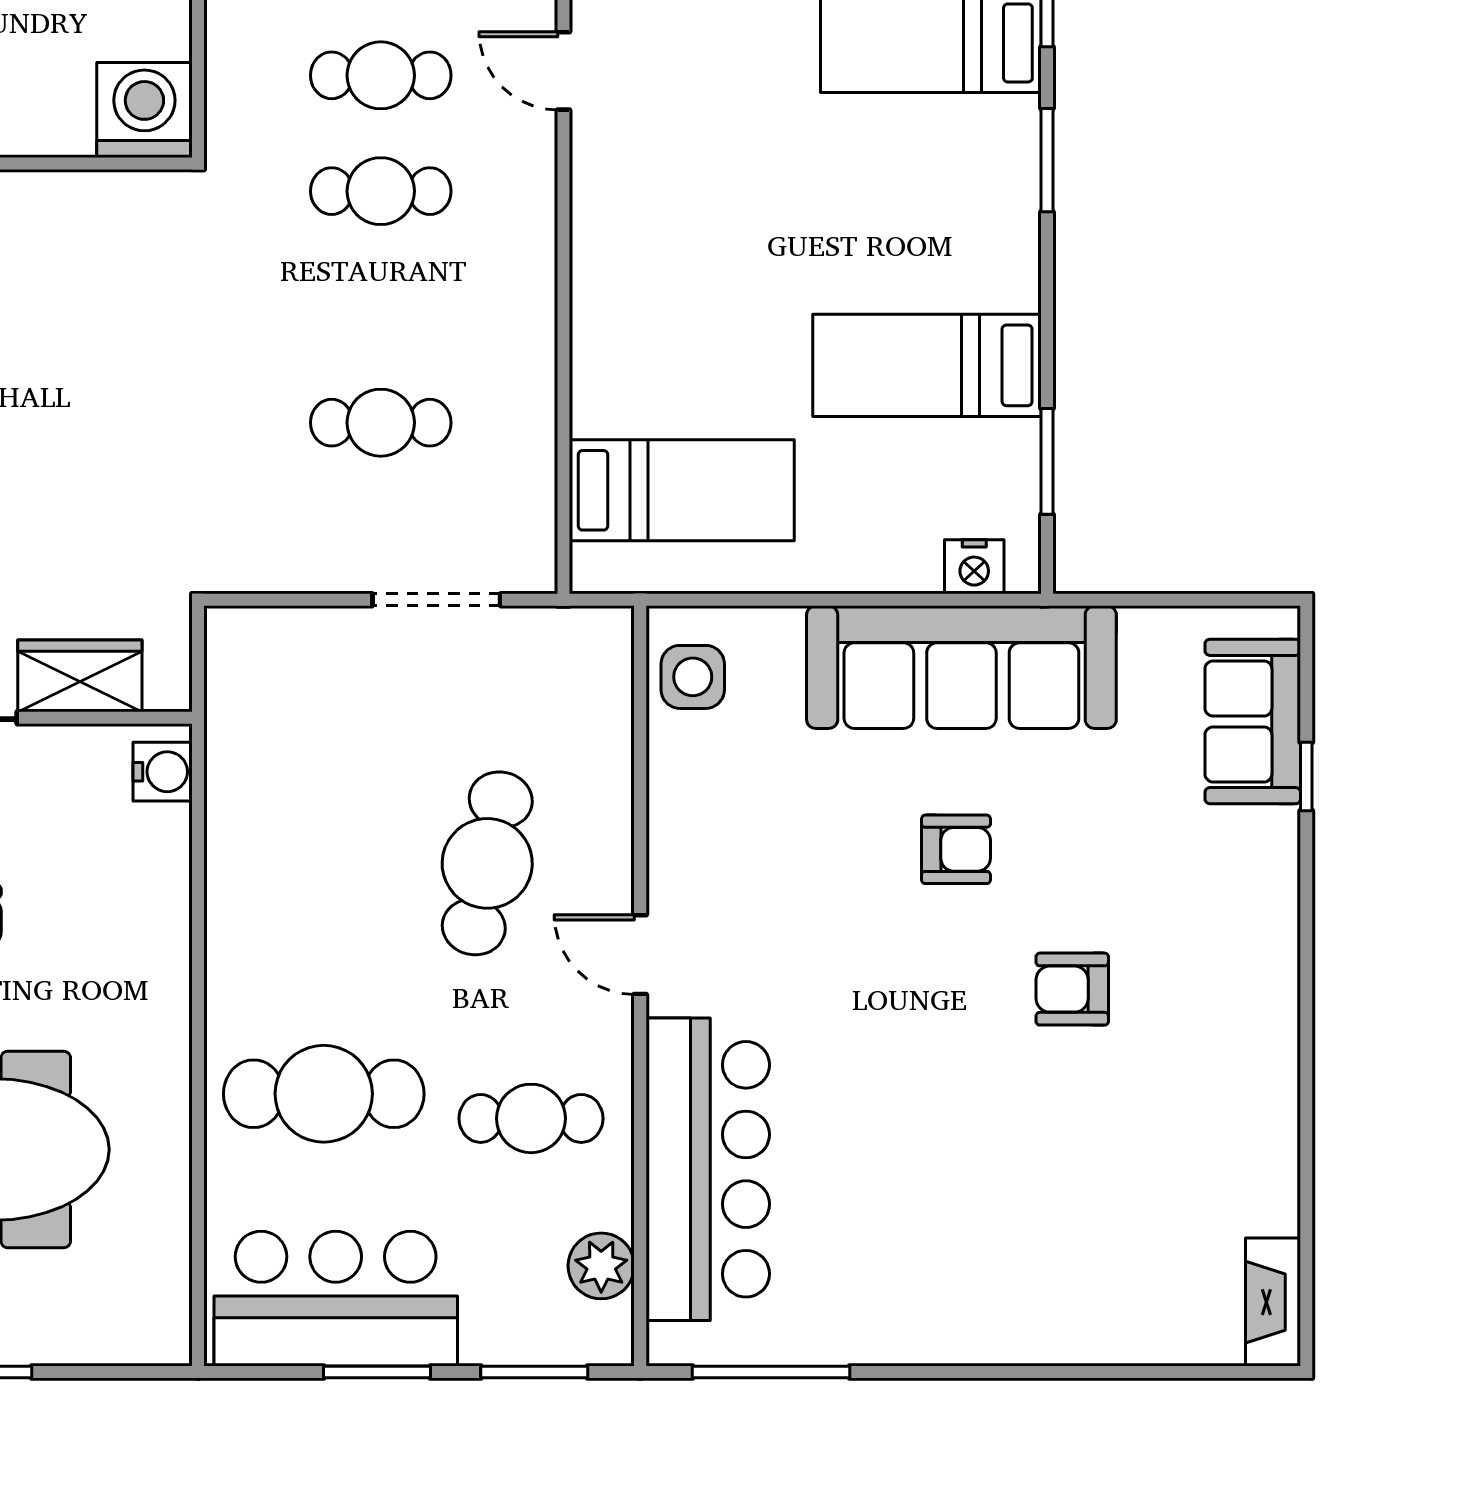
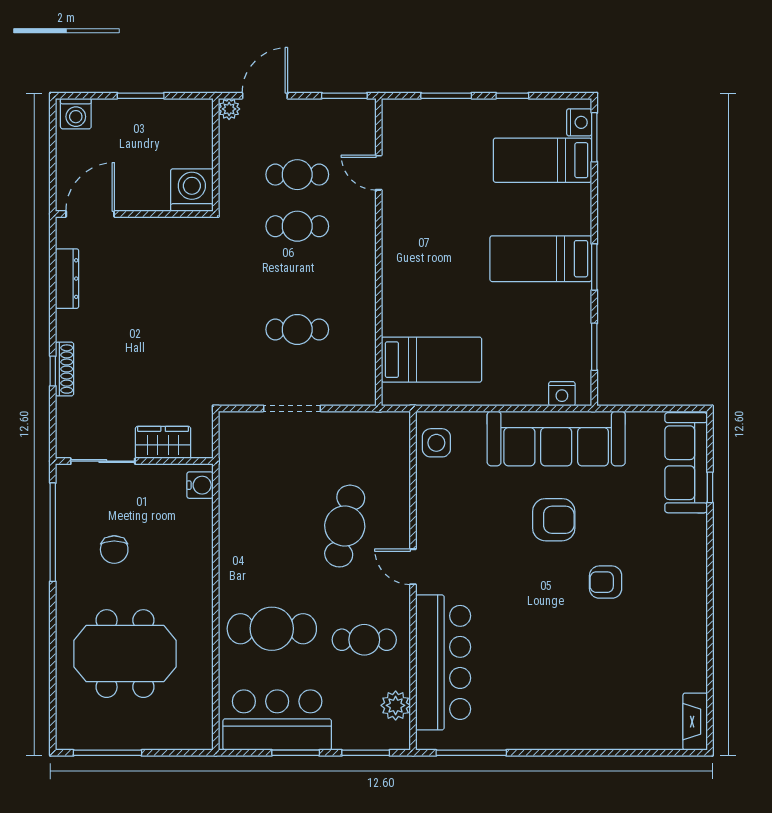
window: (1047, 160) -> (594, 267), moved
bed: (927, 365) -> (541, 259), moved
doorway: (436, 600) -> (292, 408), moved
sofa: (1253, 721) -> (686, 463), width x1.36
armchair: (956, 849) -> (554, 520), width x1.38, depth x1.38

